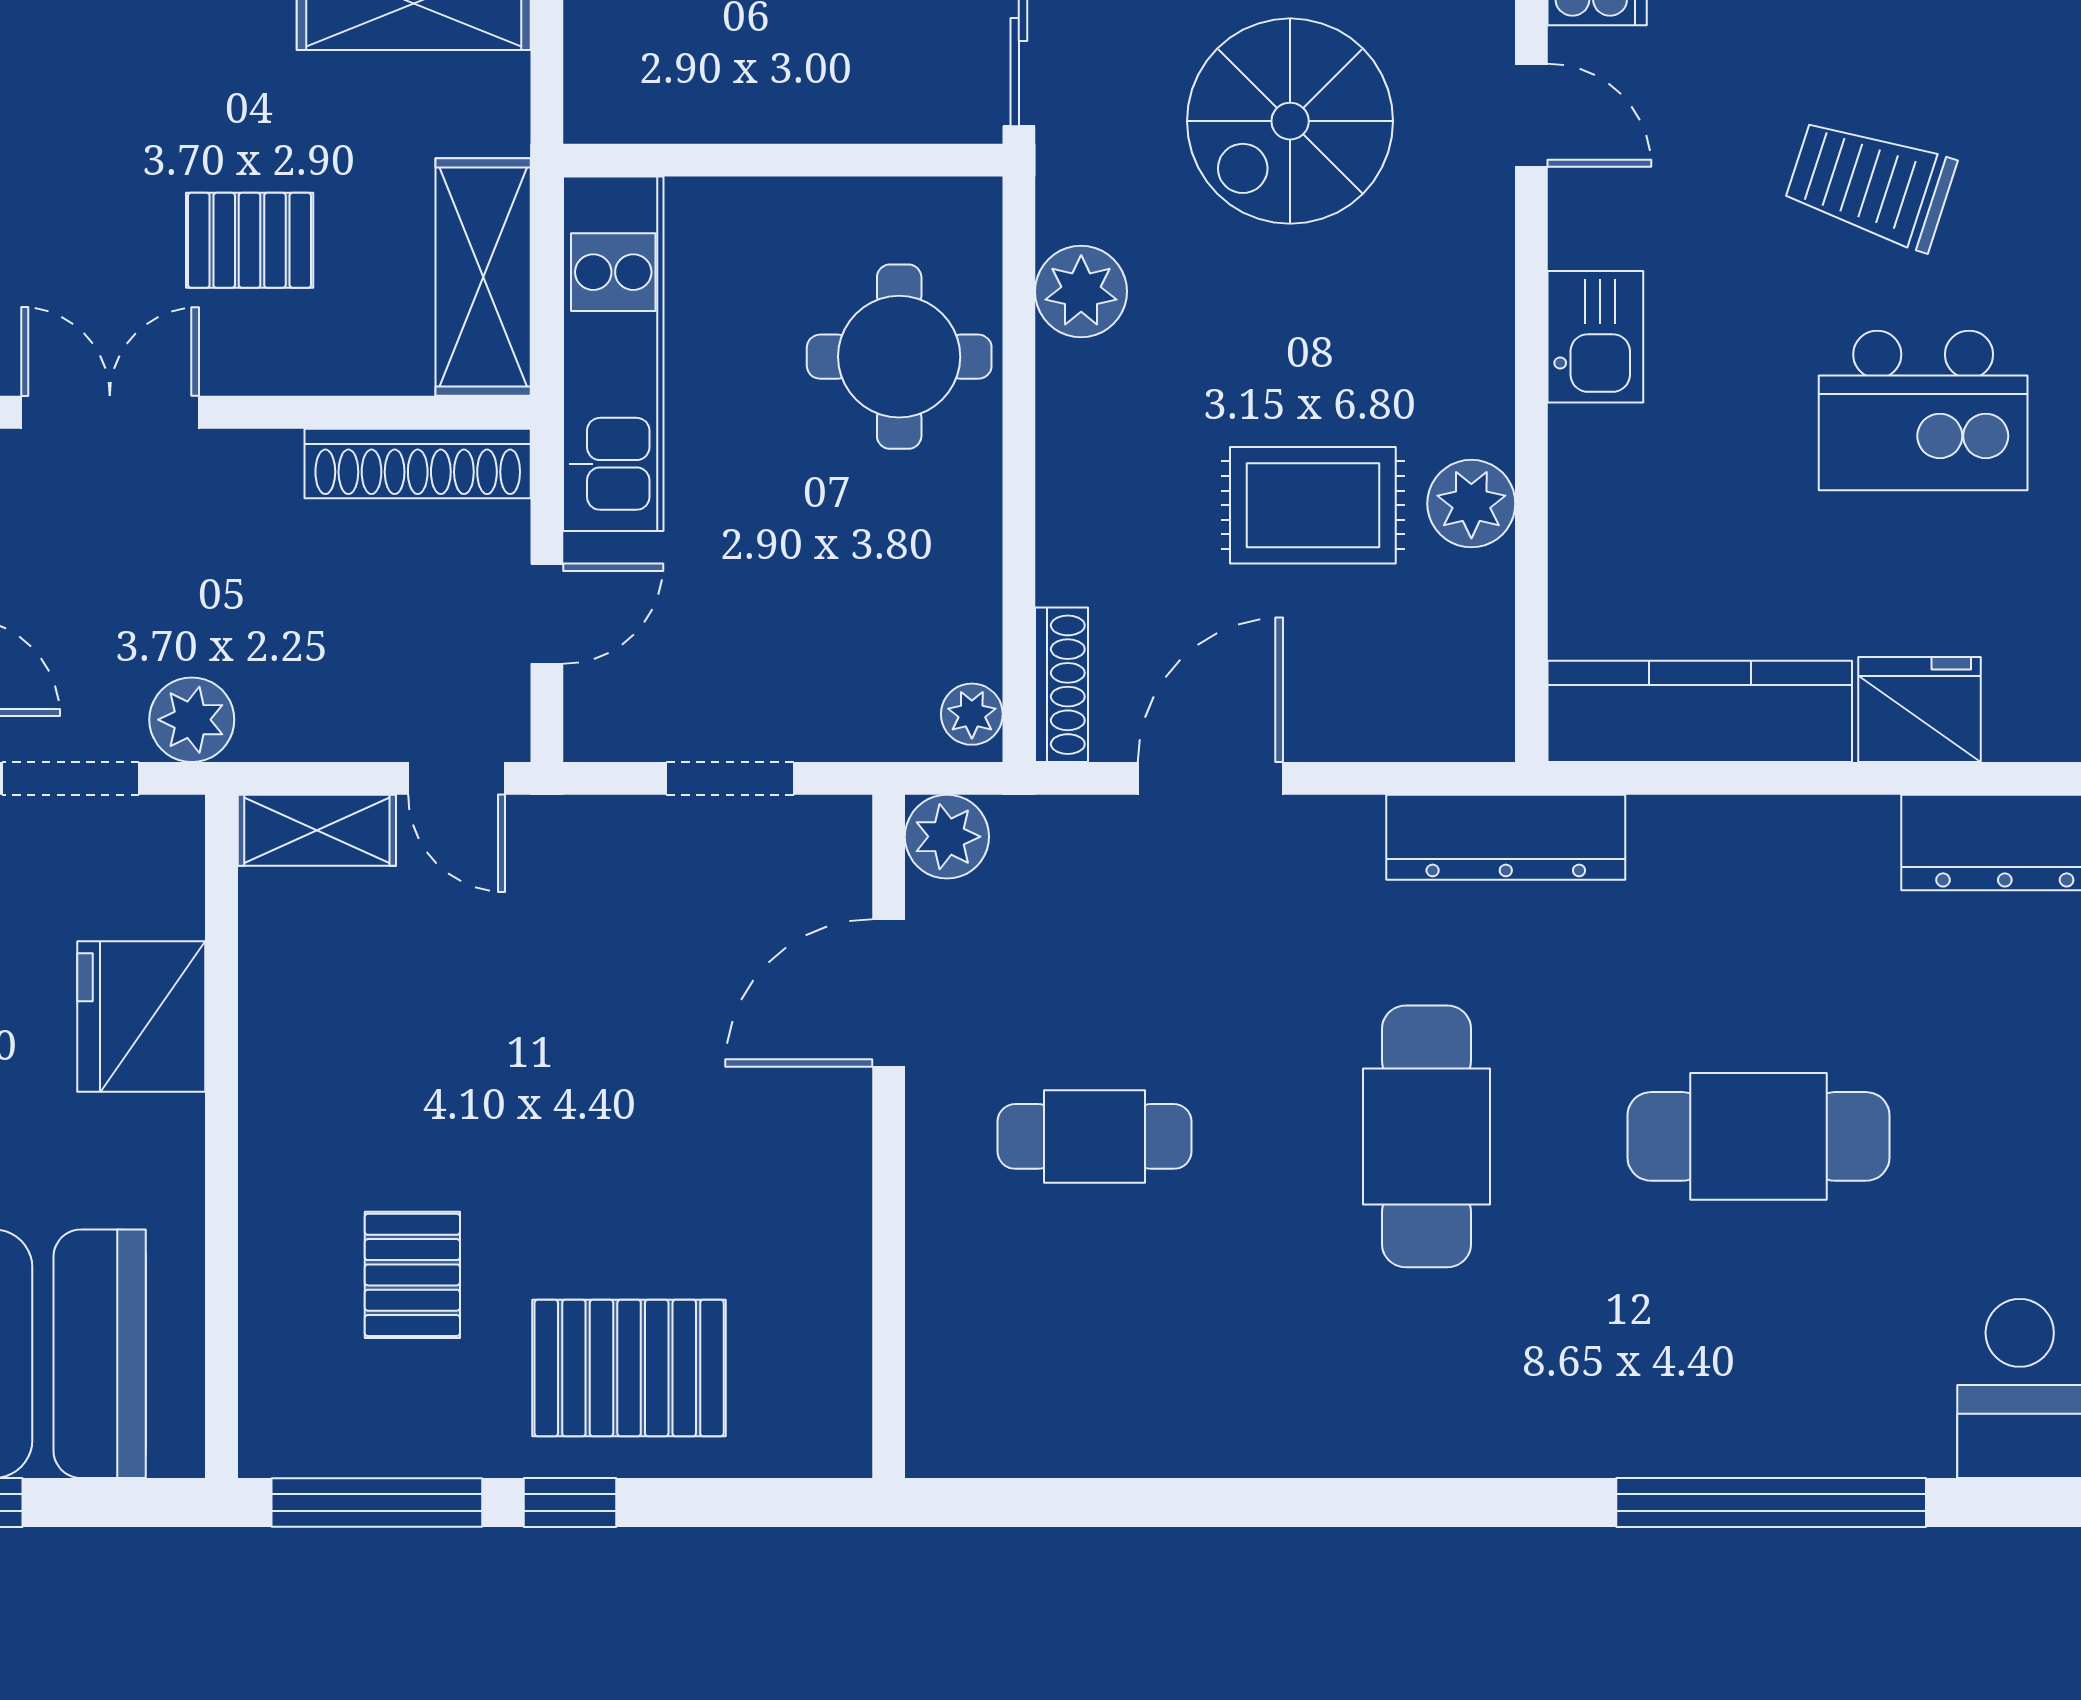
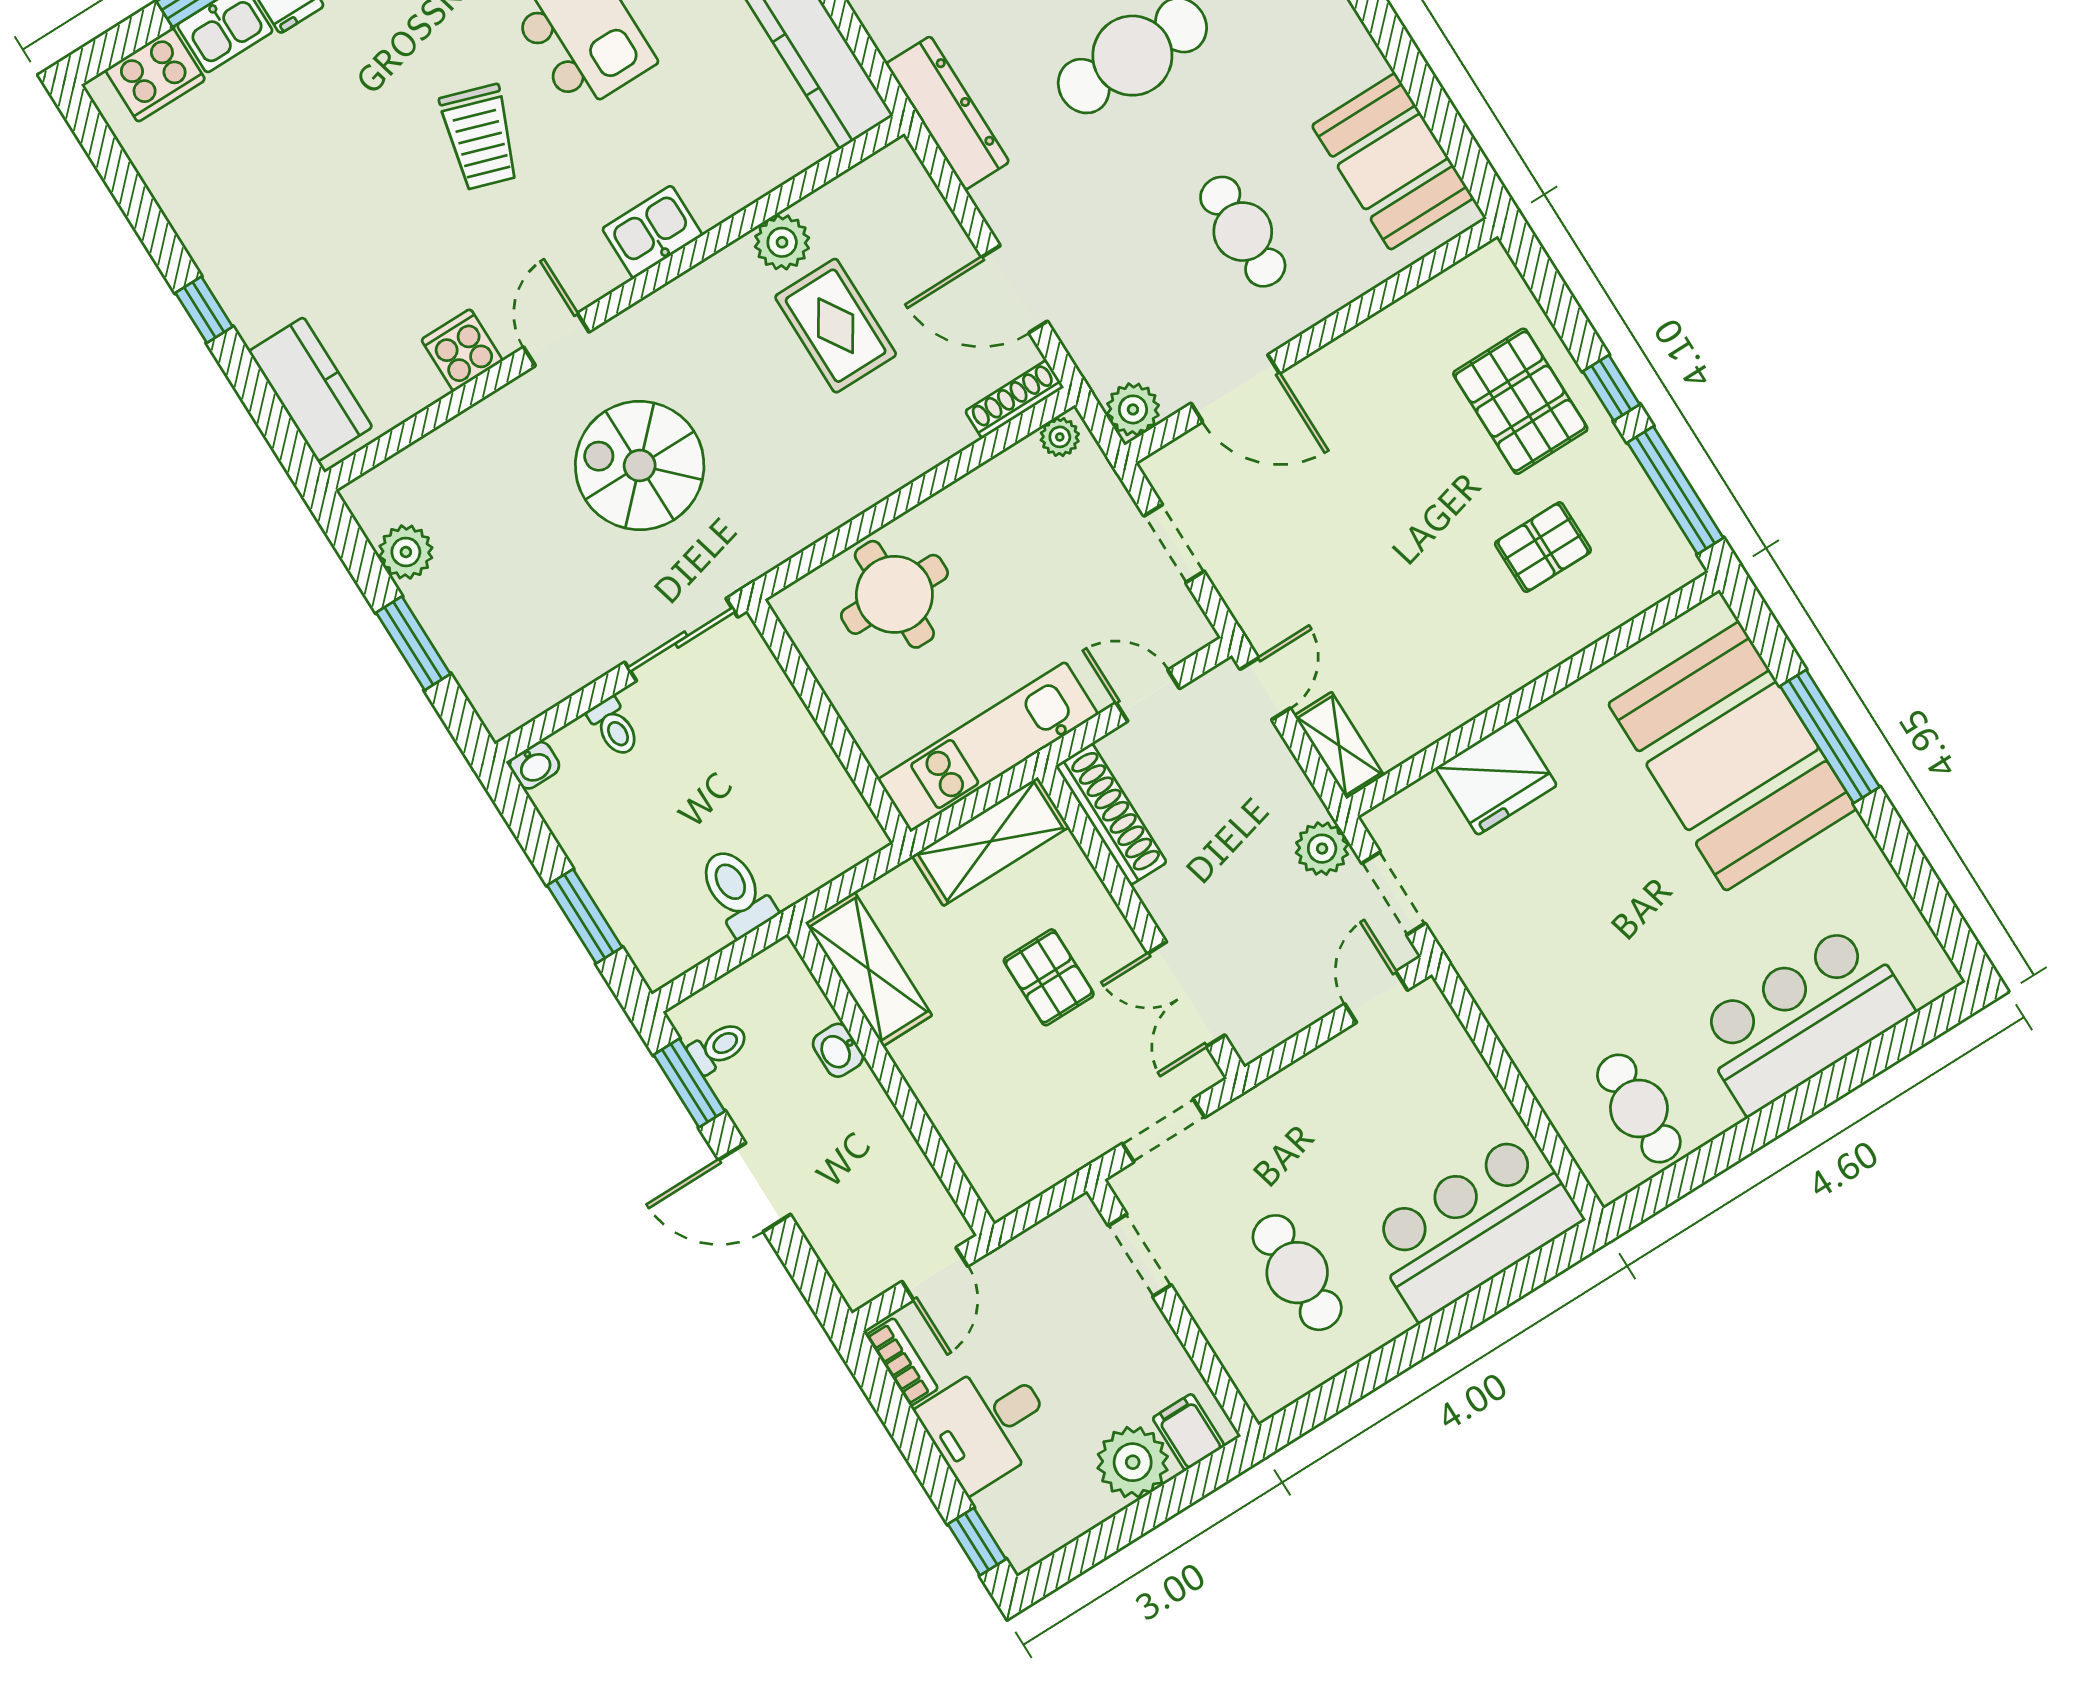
spiral stairs: (1290, 121) -> (640, 465), turned 180
plant: (1081, 291) -> (799, 520), removed
booth: (1062, 1399) -> (1393, 162), added

